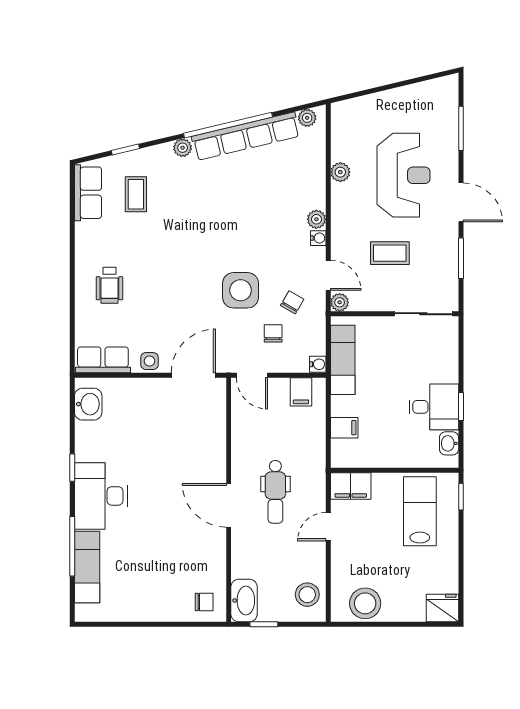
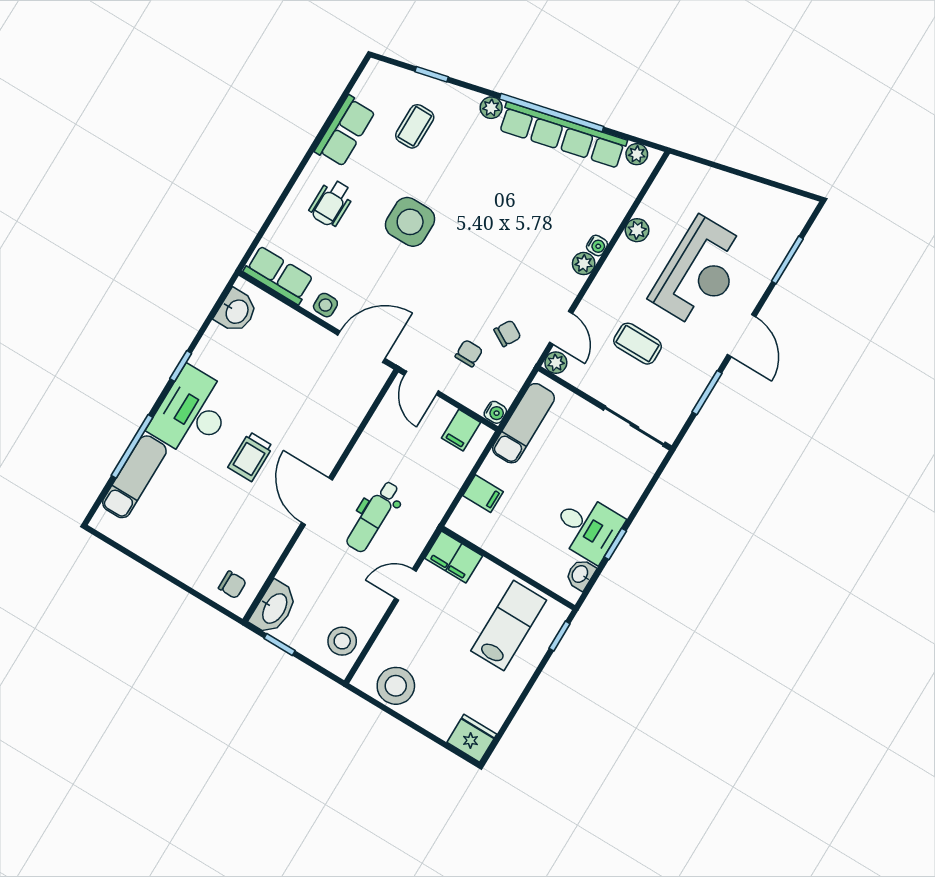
row of seats: (88, 193) -> (345, 131), moved
water cooler: (318, 238) -> (597, 246), moved
side table: (241, 290) -> (410, 222), moved
trolley: (162, 502) -> (251, 457), added

